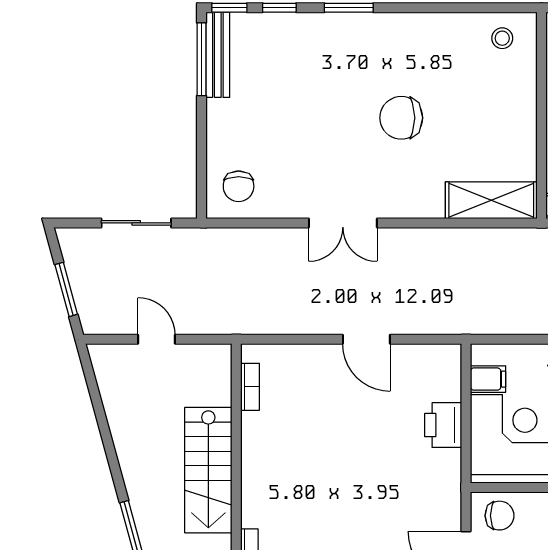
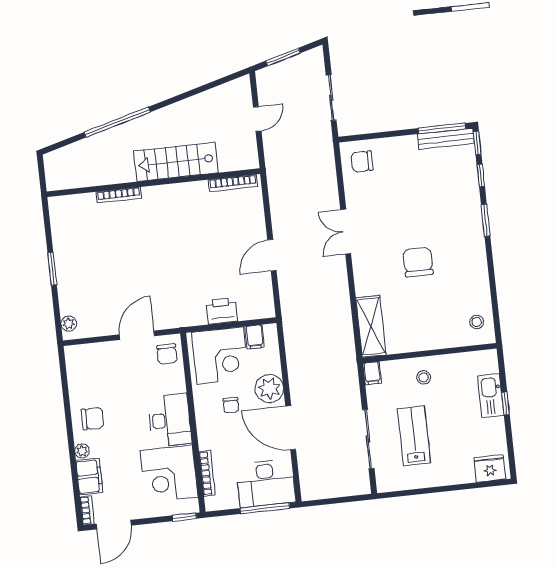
bookcase: (250, 387) -> (233, 183), width x1.56

